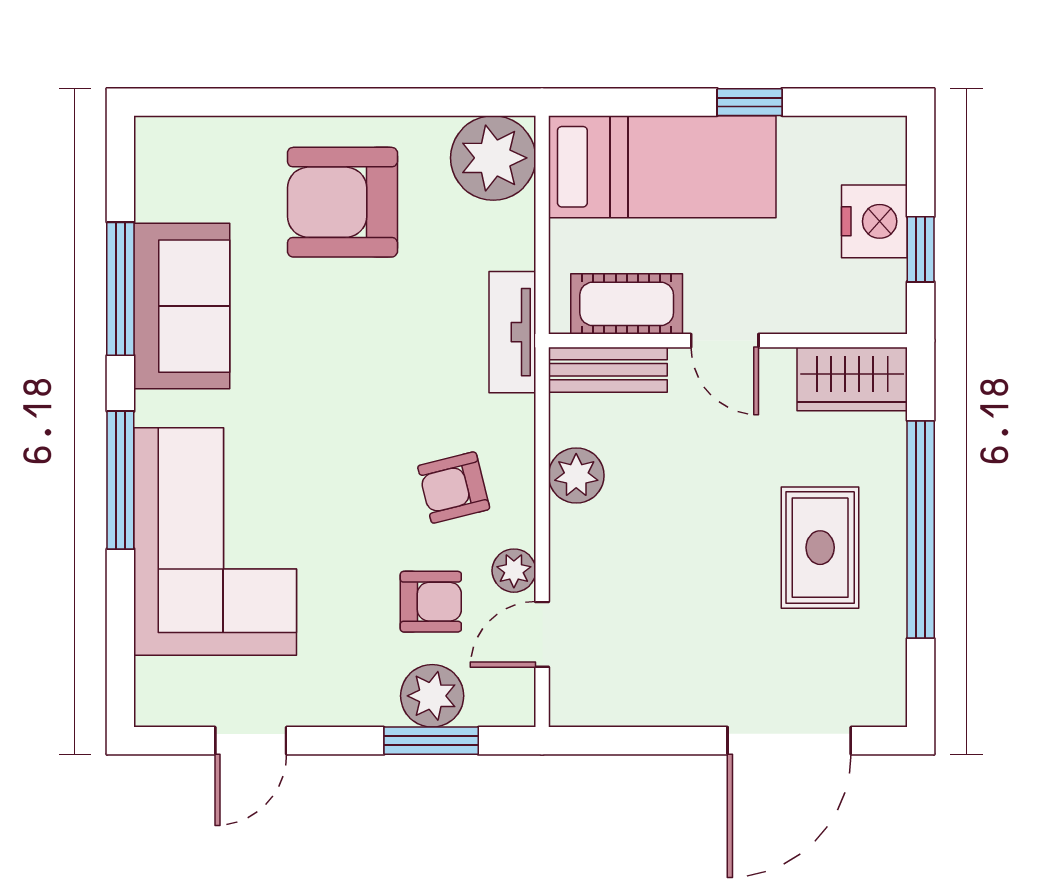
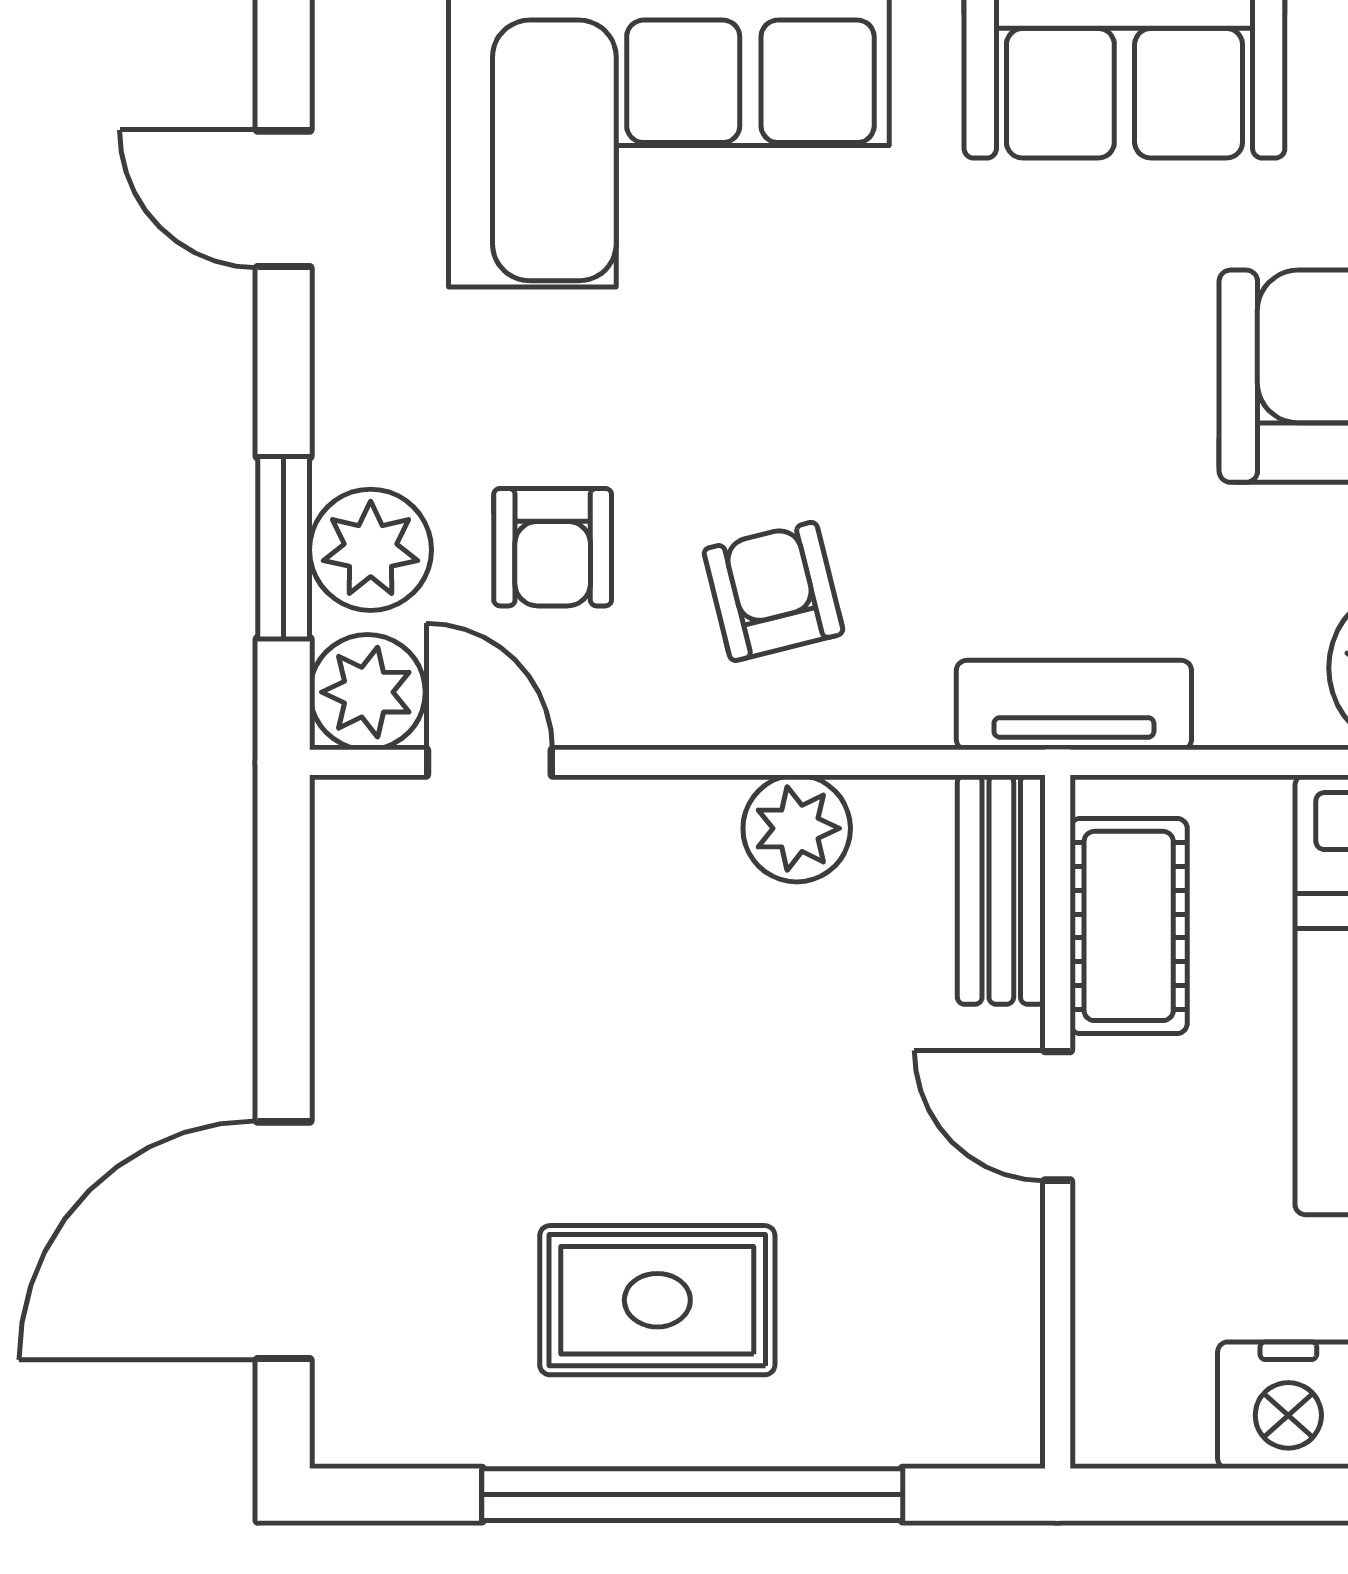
window: (921, 249) -> (1234, 1495), removed
door: (725, 341) -> (1058, 1116), hinge flipped
wardrobe: (852, 379) -> (983, 1362), removed
plant: (514, 571) -> (367, 692), moved, width x1.38, depth x1.38
door: (789, 741) -> (284, 1240), hinge flipped

